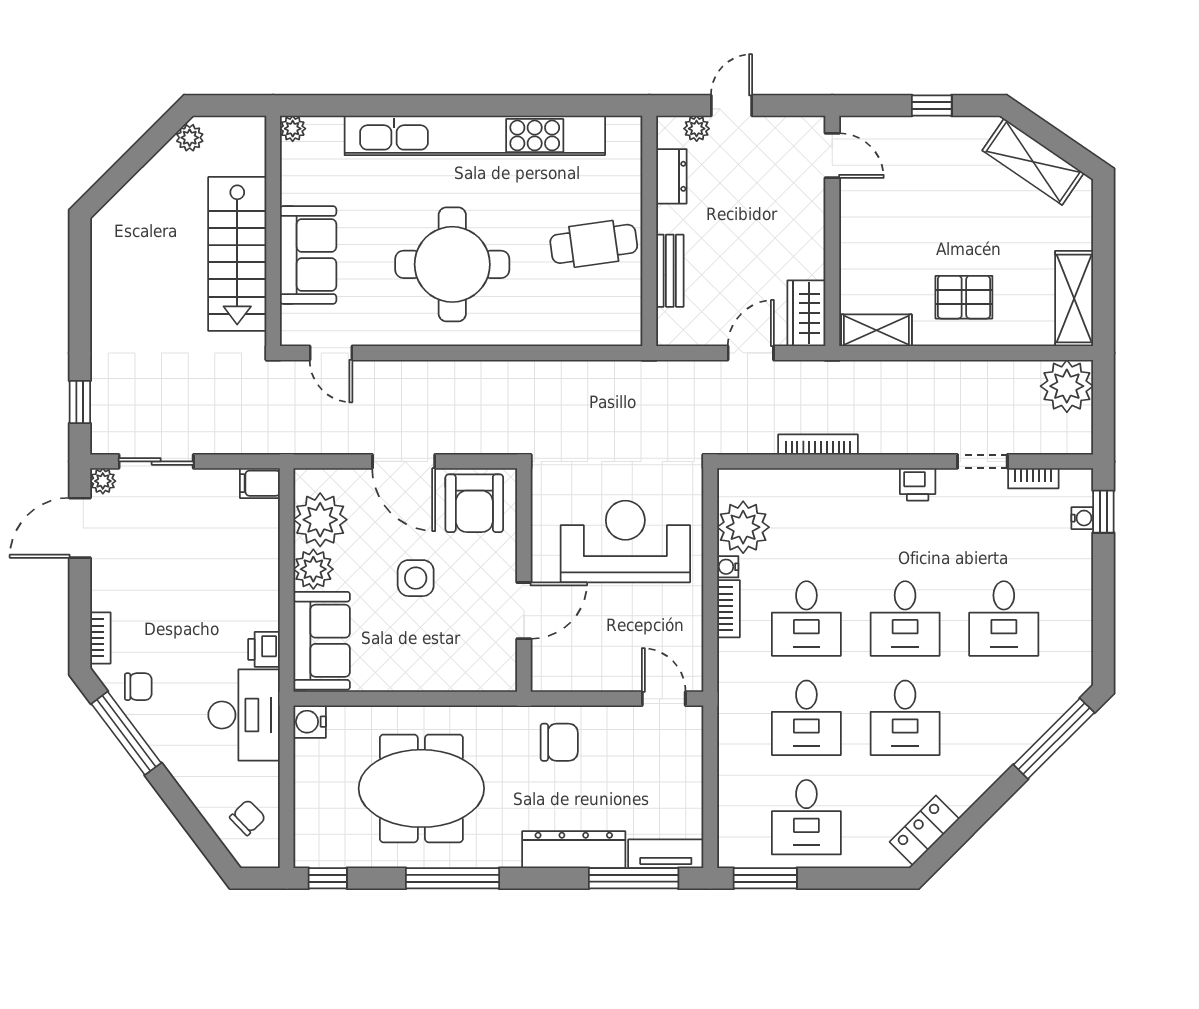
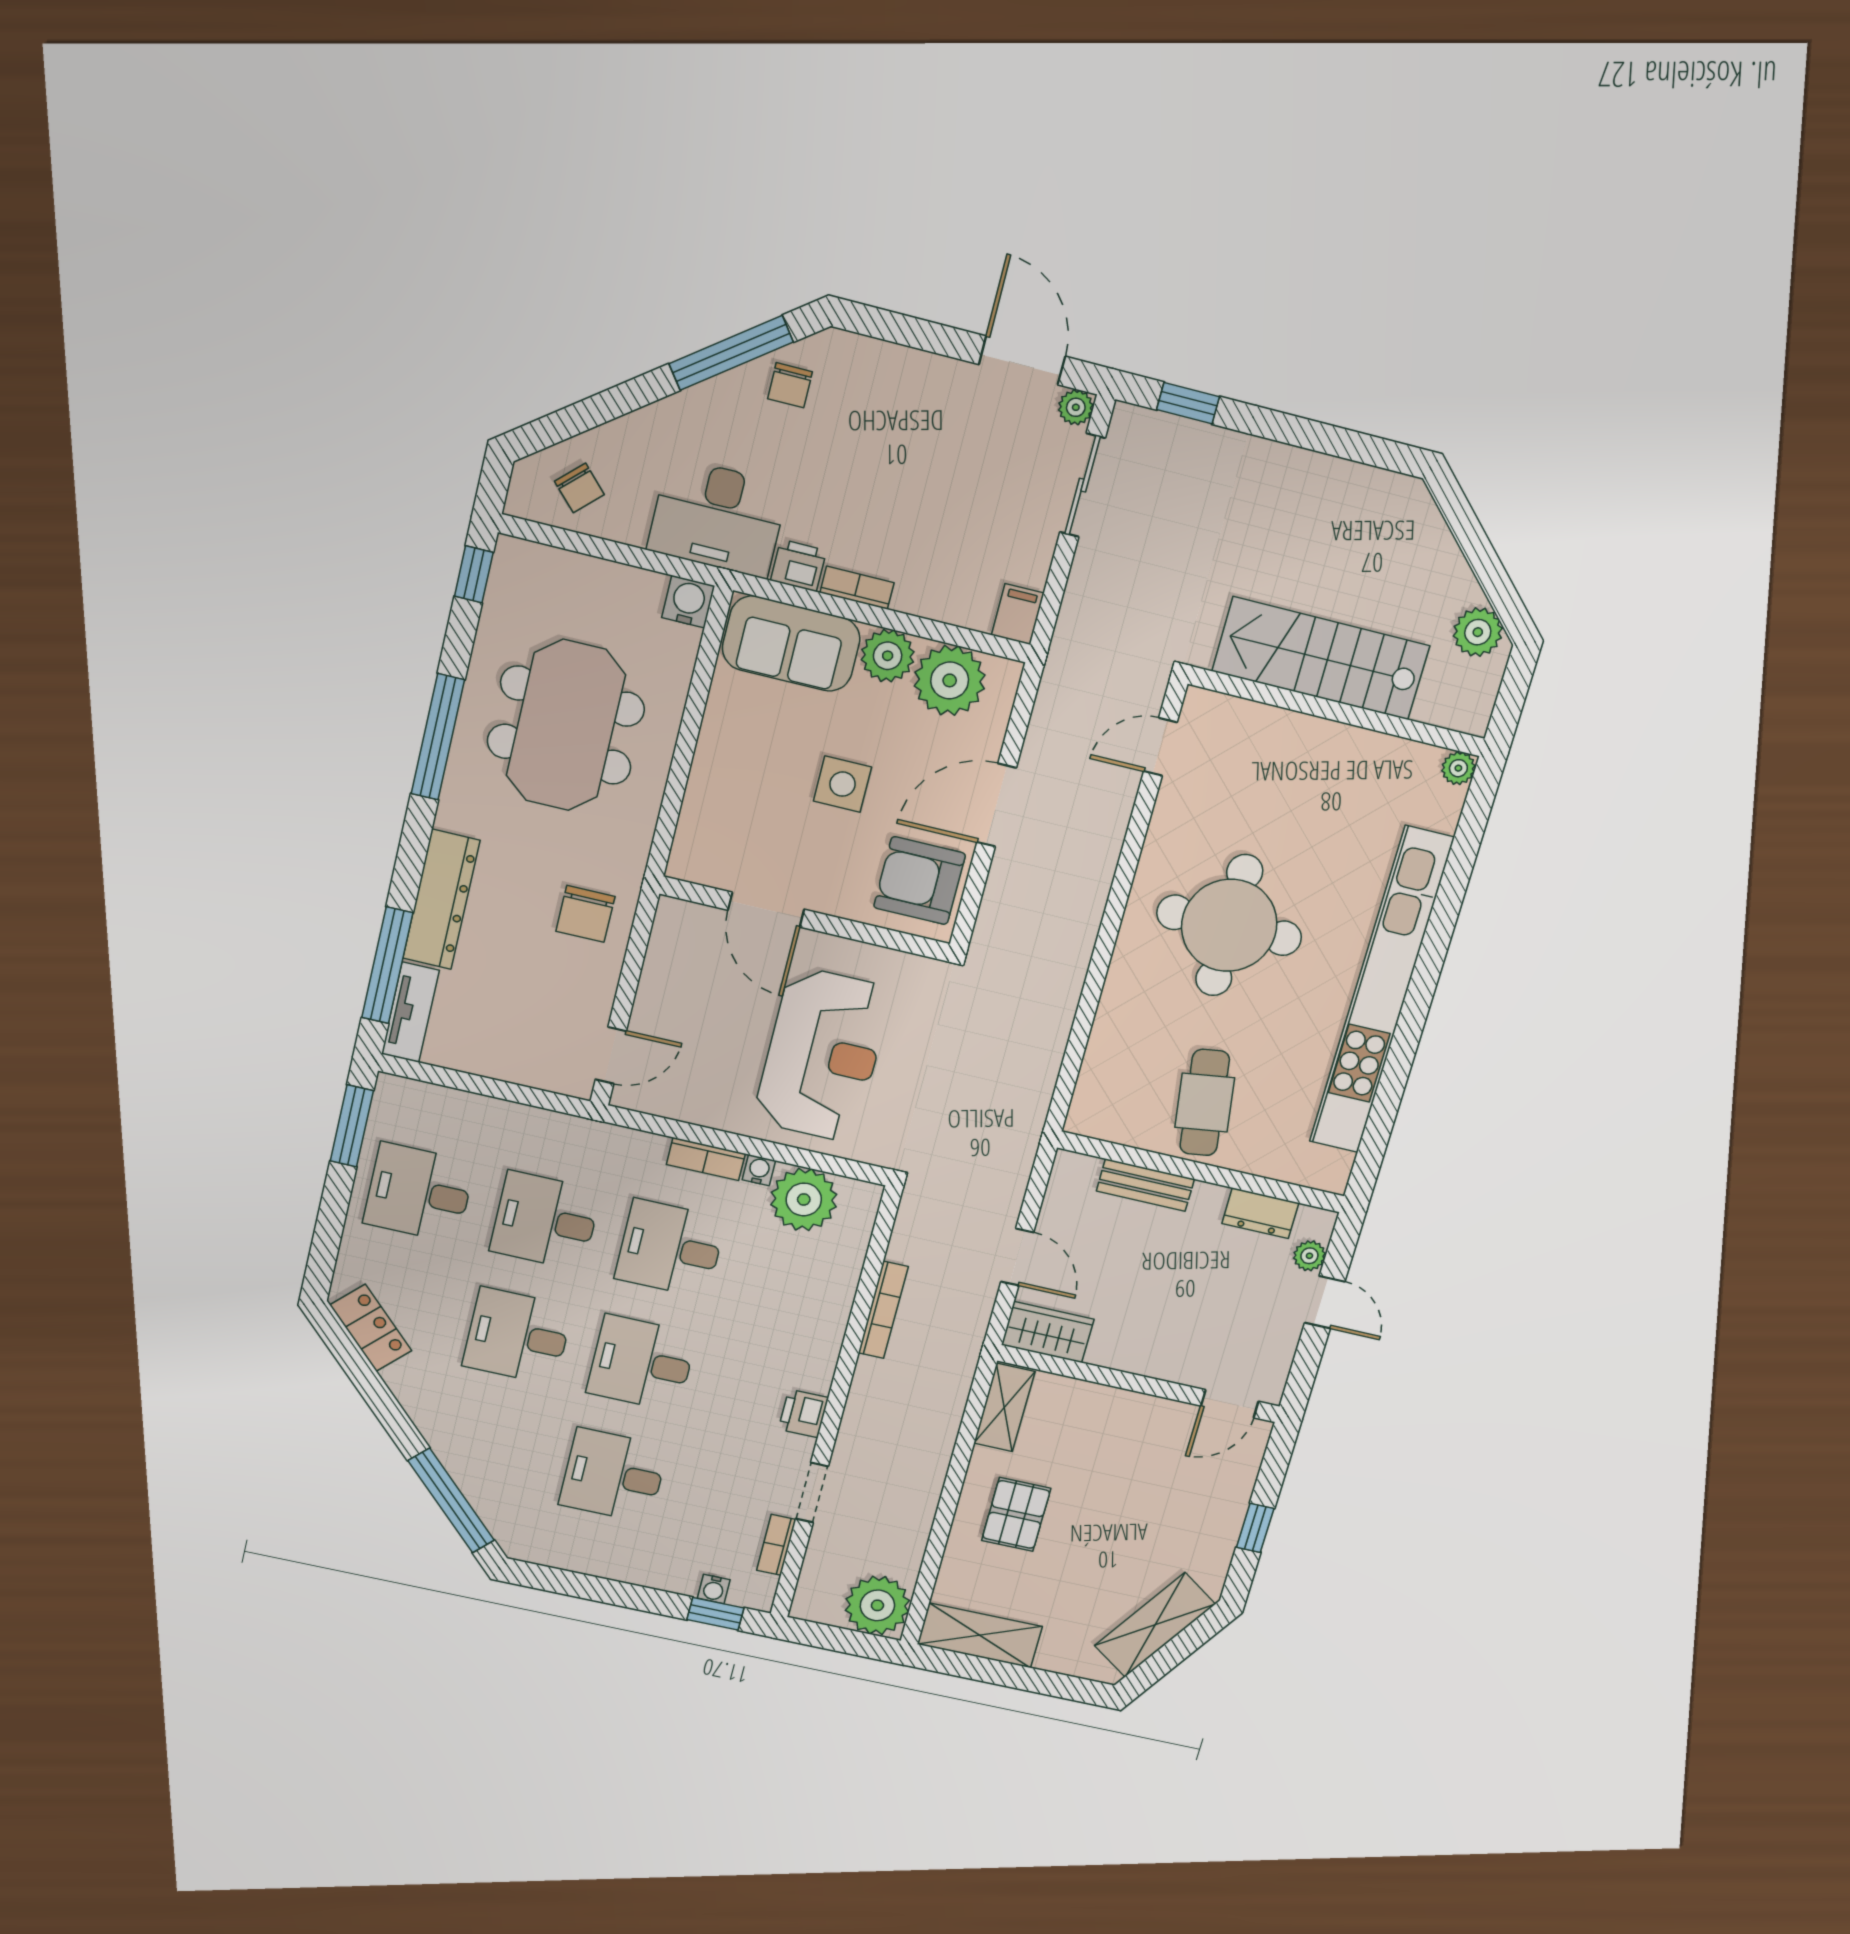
plant: (190, 138) -> (1478, 632), width x1.38, depth x1.38
sofa: (308, 255) -> (1293, 748), removed
bookcase: (100, 638) -> (857, 588), moved, turned 180

